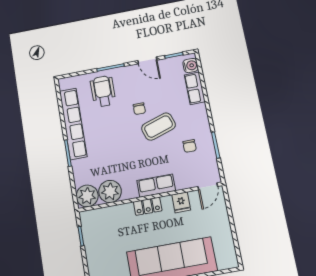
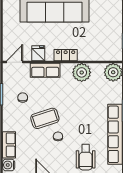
row of seats: (156, 186) -> (45, 70), moved
plant: (110, 191) -> (82, 72), moved

